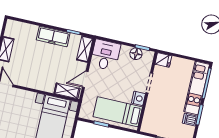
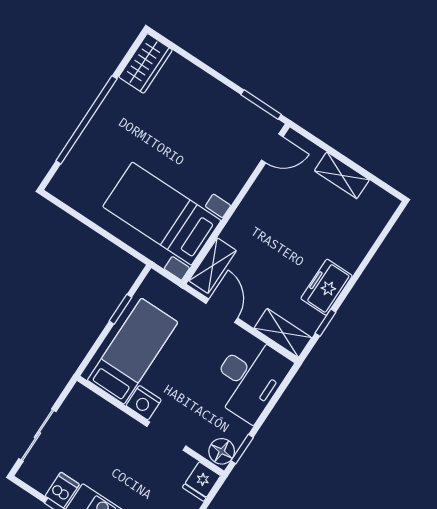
freezer: (53, 36) -> (327, 287), width x0.71
floor lamp: (136, 54) -> (222, 451), moved
desk: (105, 55) -> (249, 378), width x1.37

